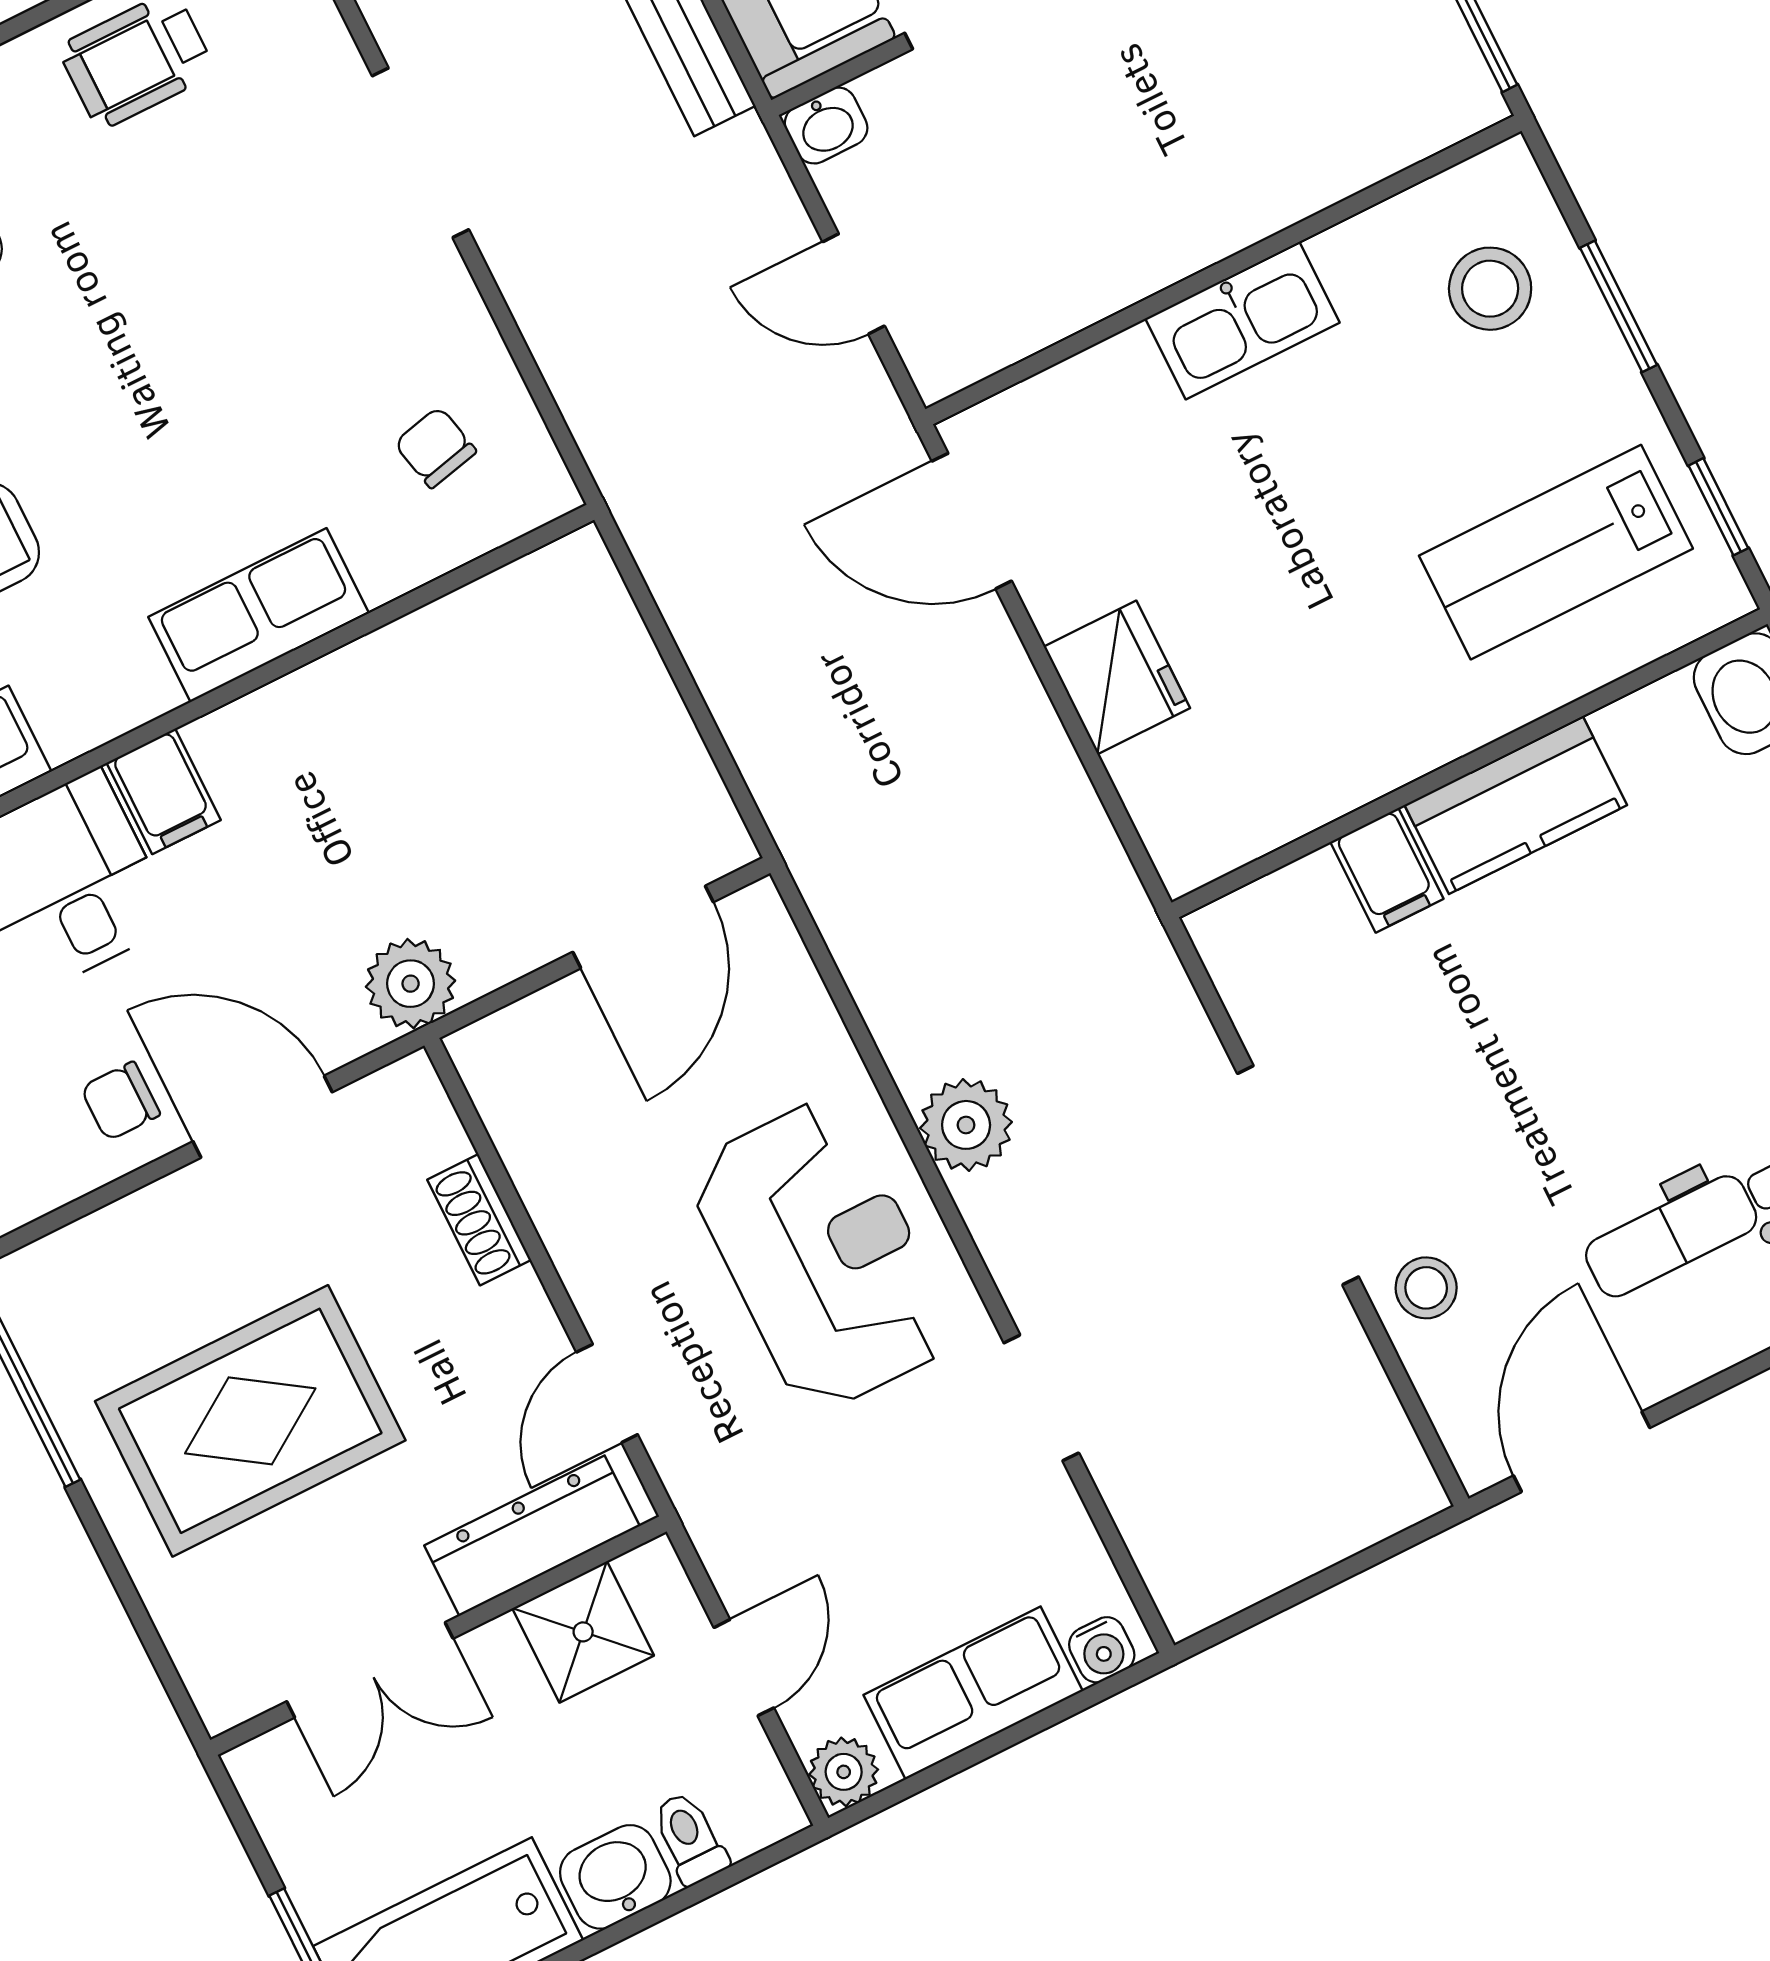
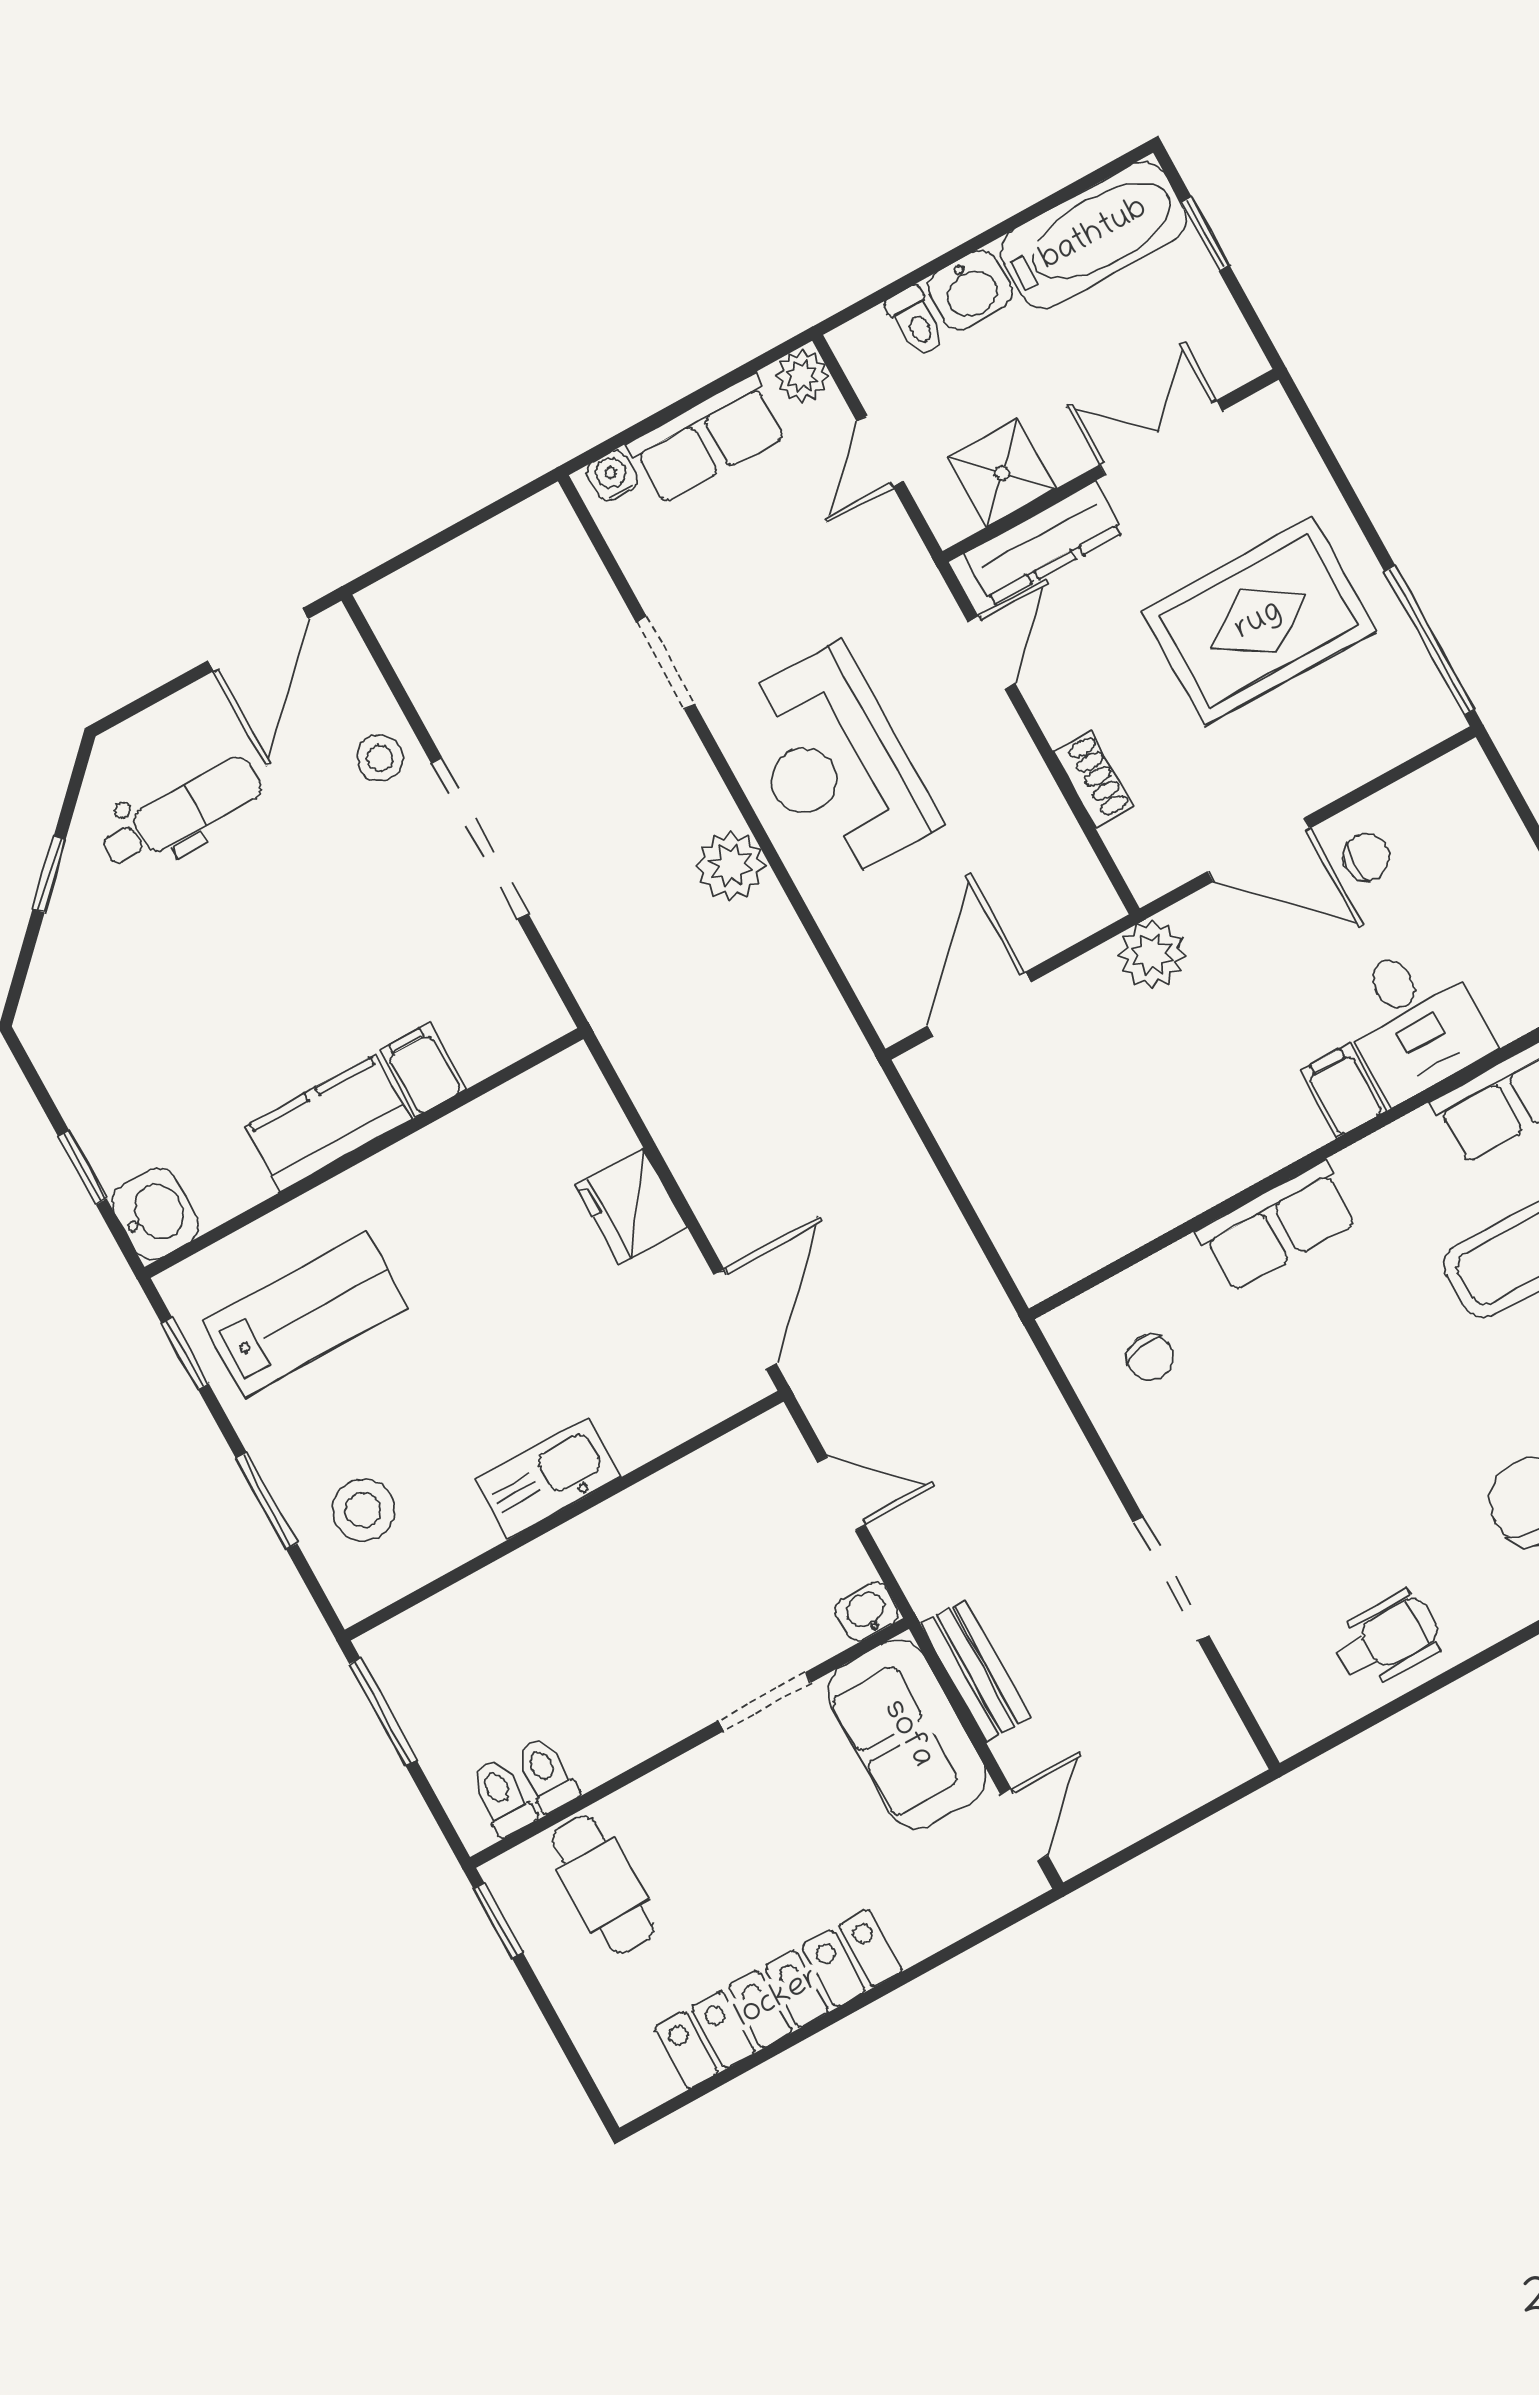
door: (972, 521) -> (745, 1319), hinge flipped

